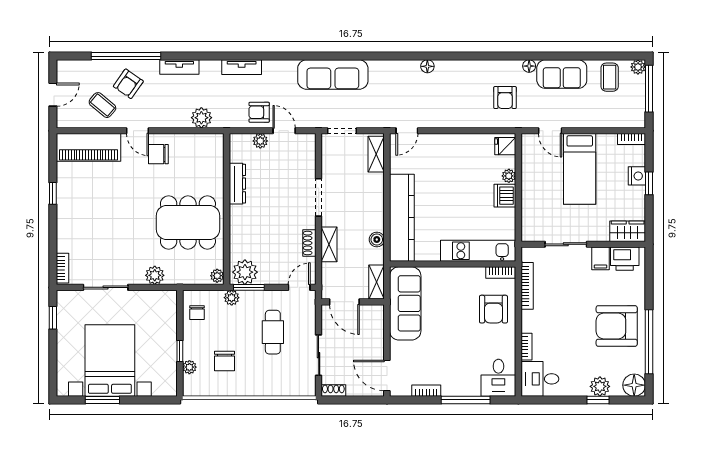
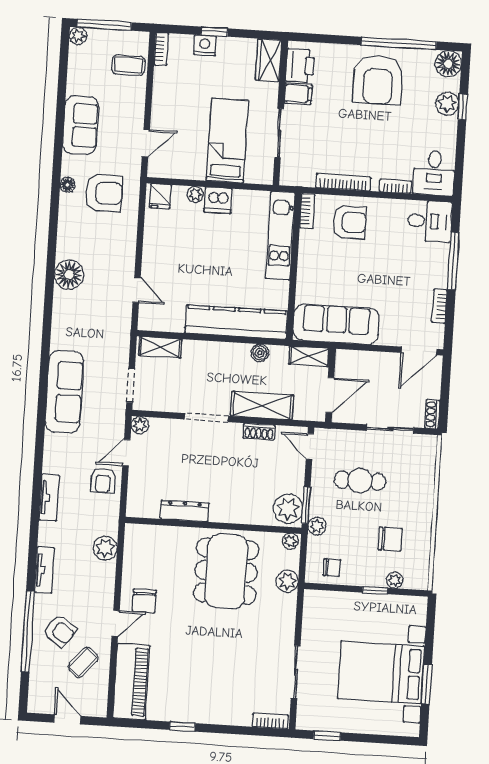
floor lamp: (427, 66) -> (69, 275), width x1.89, depth x1.89
floor lamp: (529, 66) -> (67, 185), moved
coffee table: (610, 77) -> (128, 65), moved
armchair: (505, 98) -> (104, 193), width x1.38, depth x1.38
door: (407, 131) -> (137, 290), moved
plant: (260, 141) -> (140, 425), moved
bed: (580, 169) -> (227, 141), moved, turned -90
shelving: (329, 244) -> (262, 406), width x1.50, depth x1.33
plant: (155, 275) -> (287, 581), moved
bookcase: (527, 286) -> (343, 182), moved

